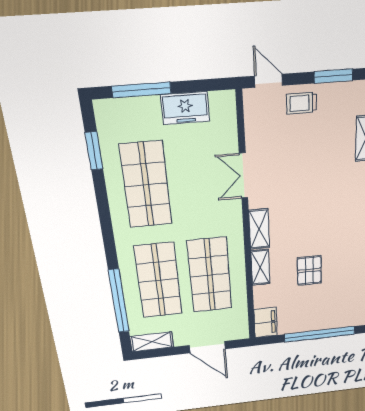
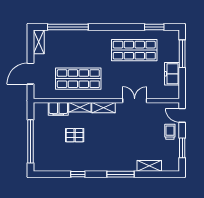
door: (268, 81) -> (182, 115), swing flipped
shop shelf: (158, 280) -> (78, 50), removed
filing cabinet: (266, 322) -> (58, 109), moved

